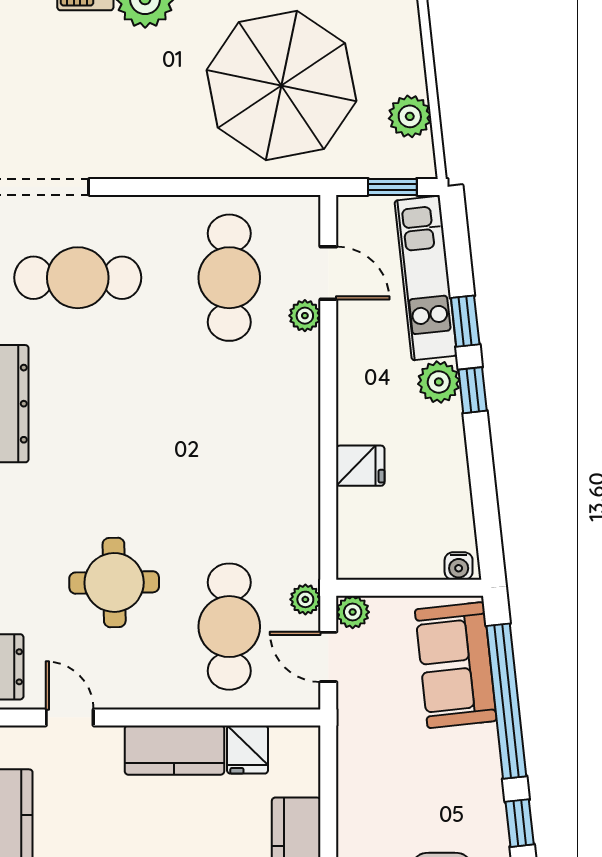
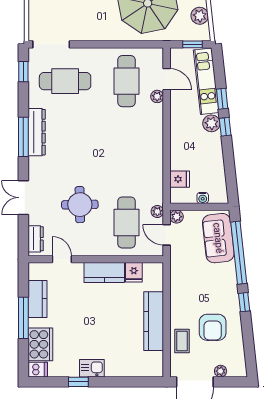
fridge: (360, 466) -> (180, 179), moved
water cooler: (459, 566) -> (203, 198), moved

